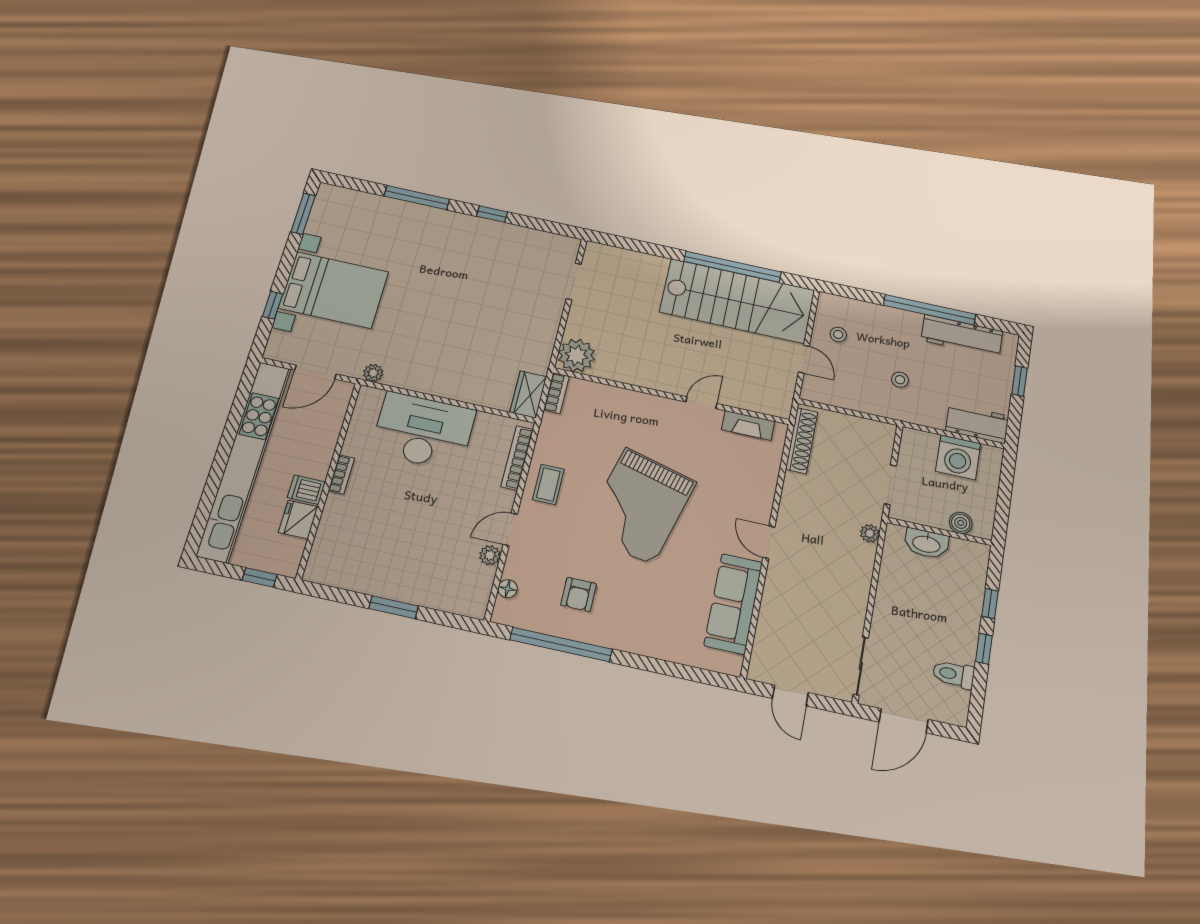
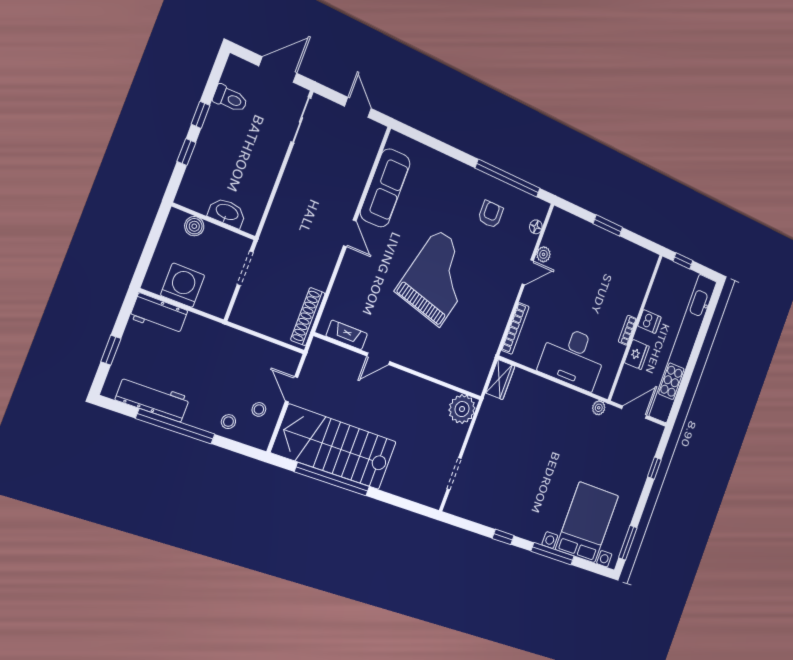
bed with nightstands: (334, 290) -> (587, 522), moved, turned 90
stool: (900, 380) -> (228, 422), moved
bookcase: (556, 393) -> (481, 379), removed
coffee table: (548, 484) -> (497, 304), removed
fridge: (298, 520) -> (637, 354), moved
plant: (870, 533) -> (271, 229), removed

